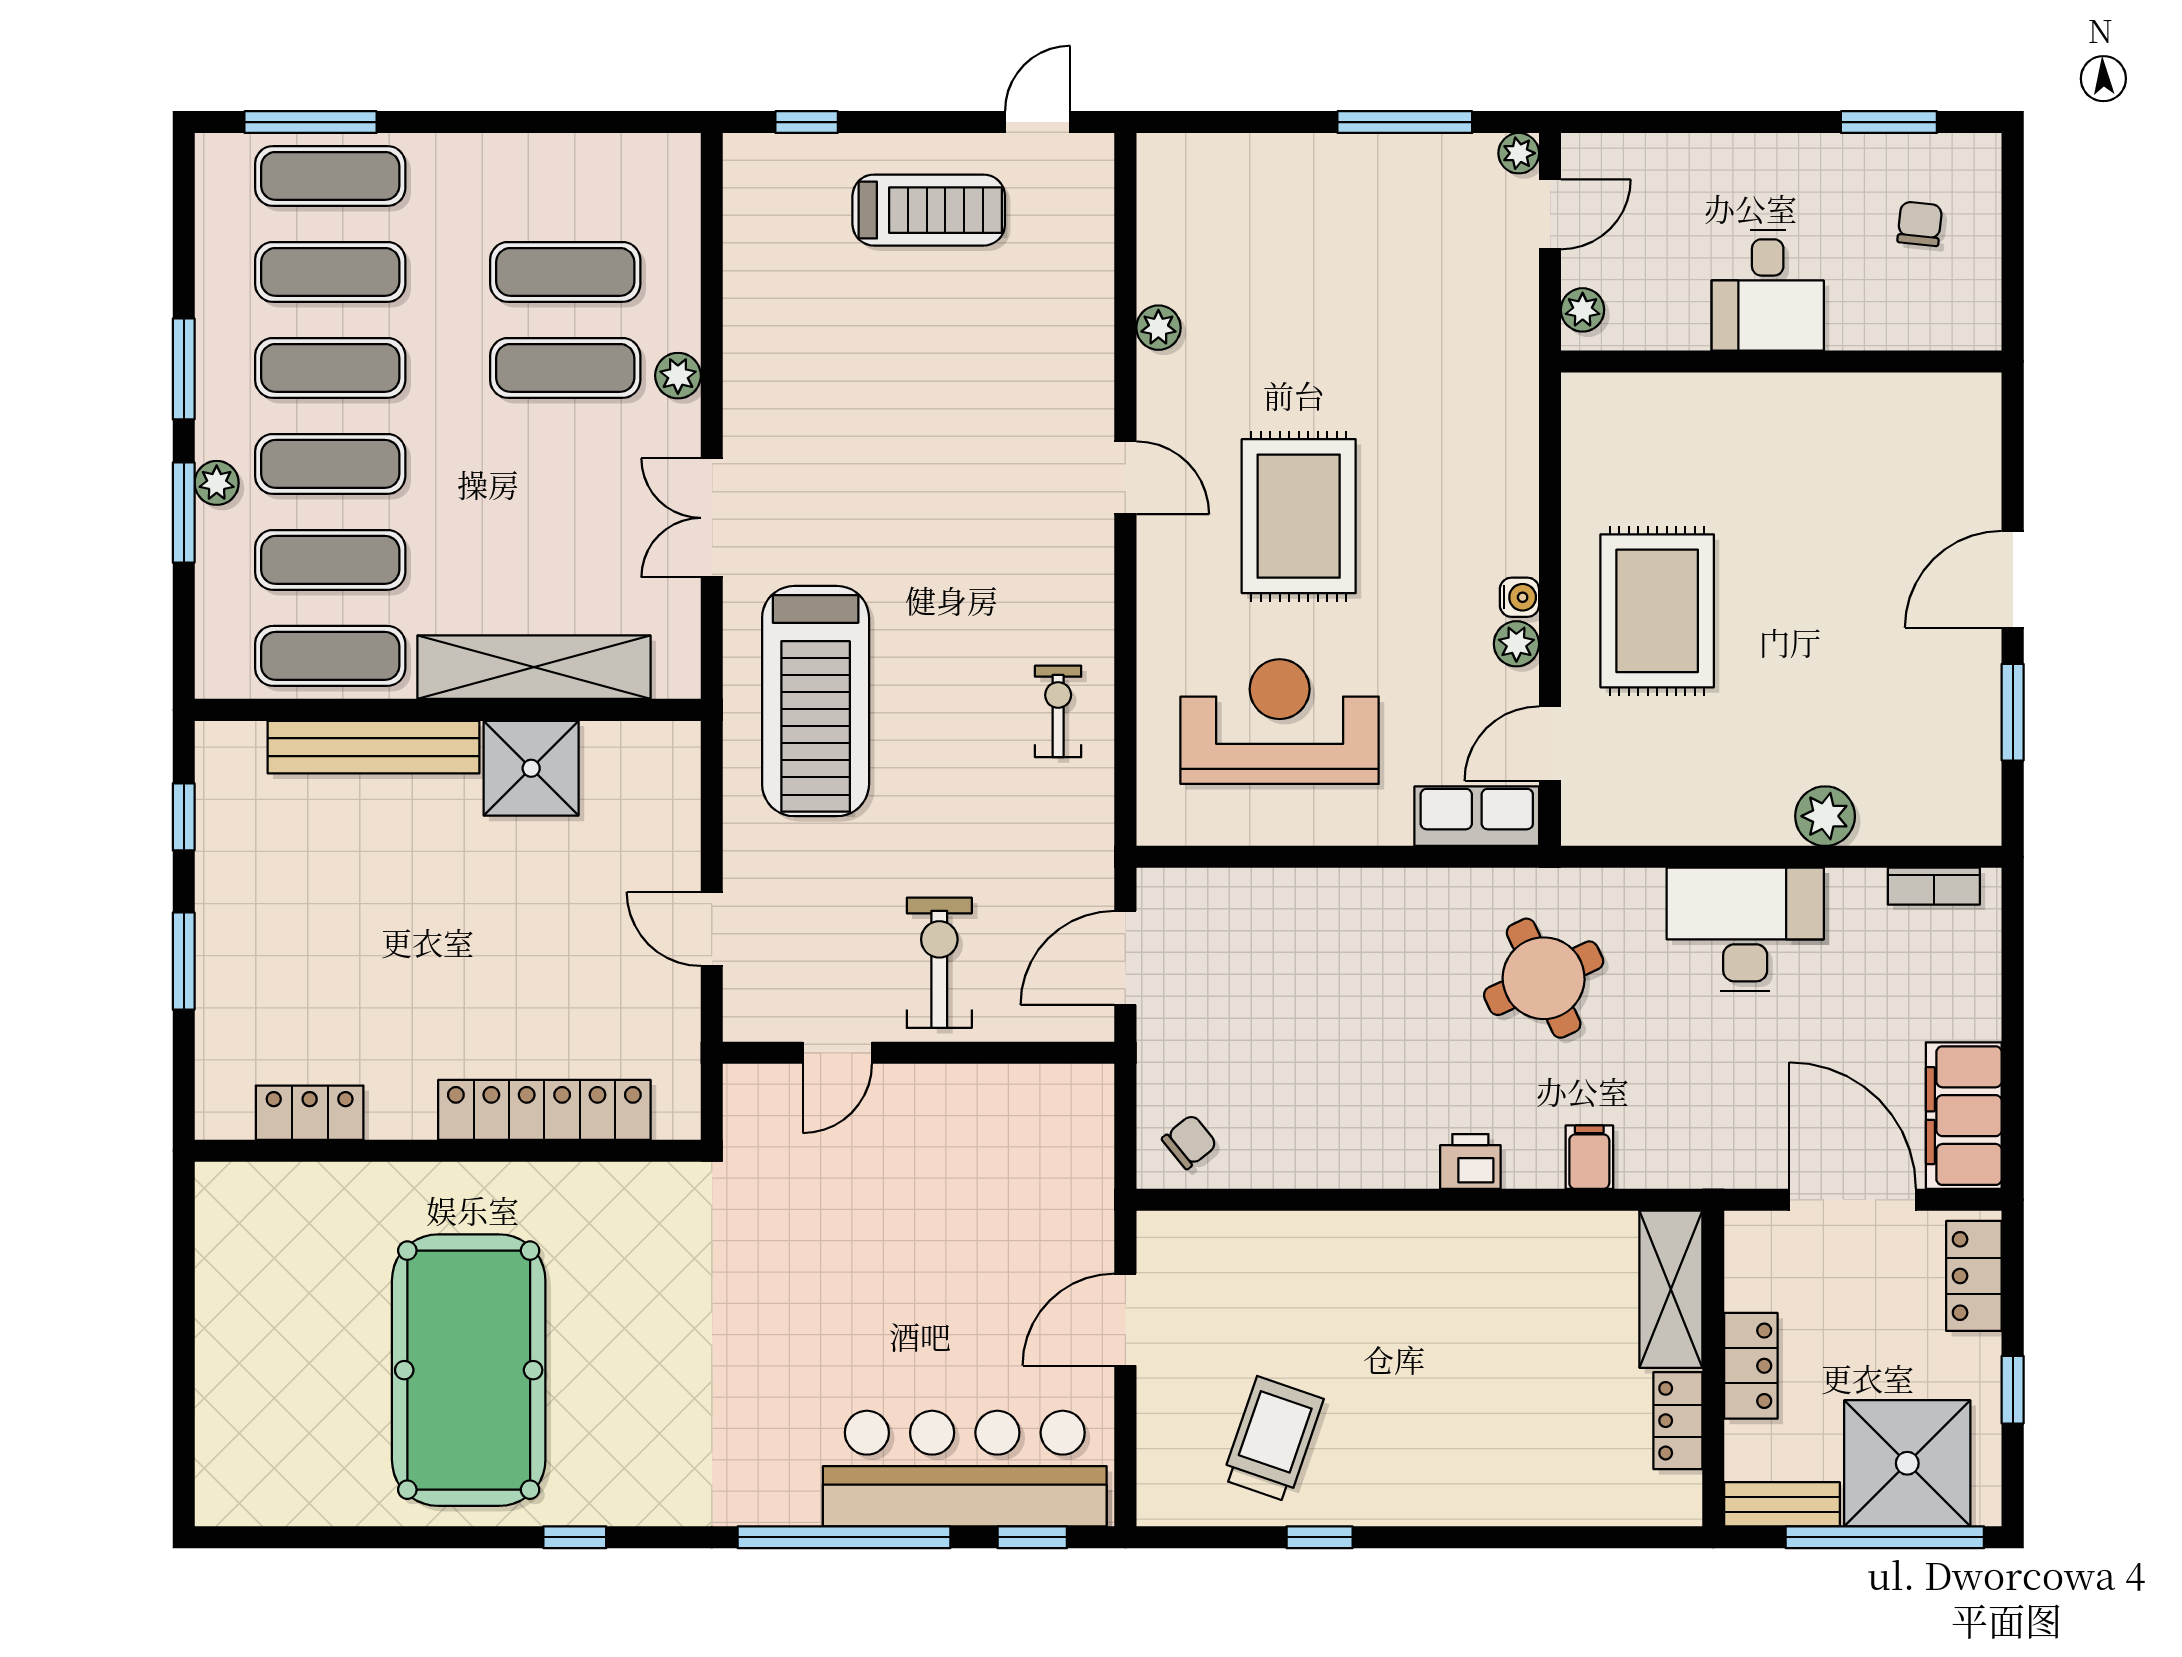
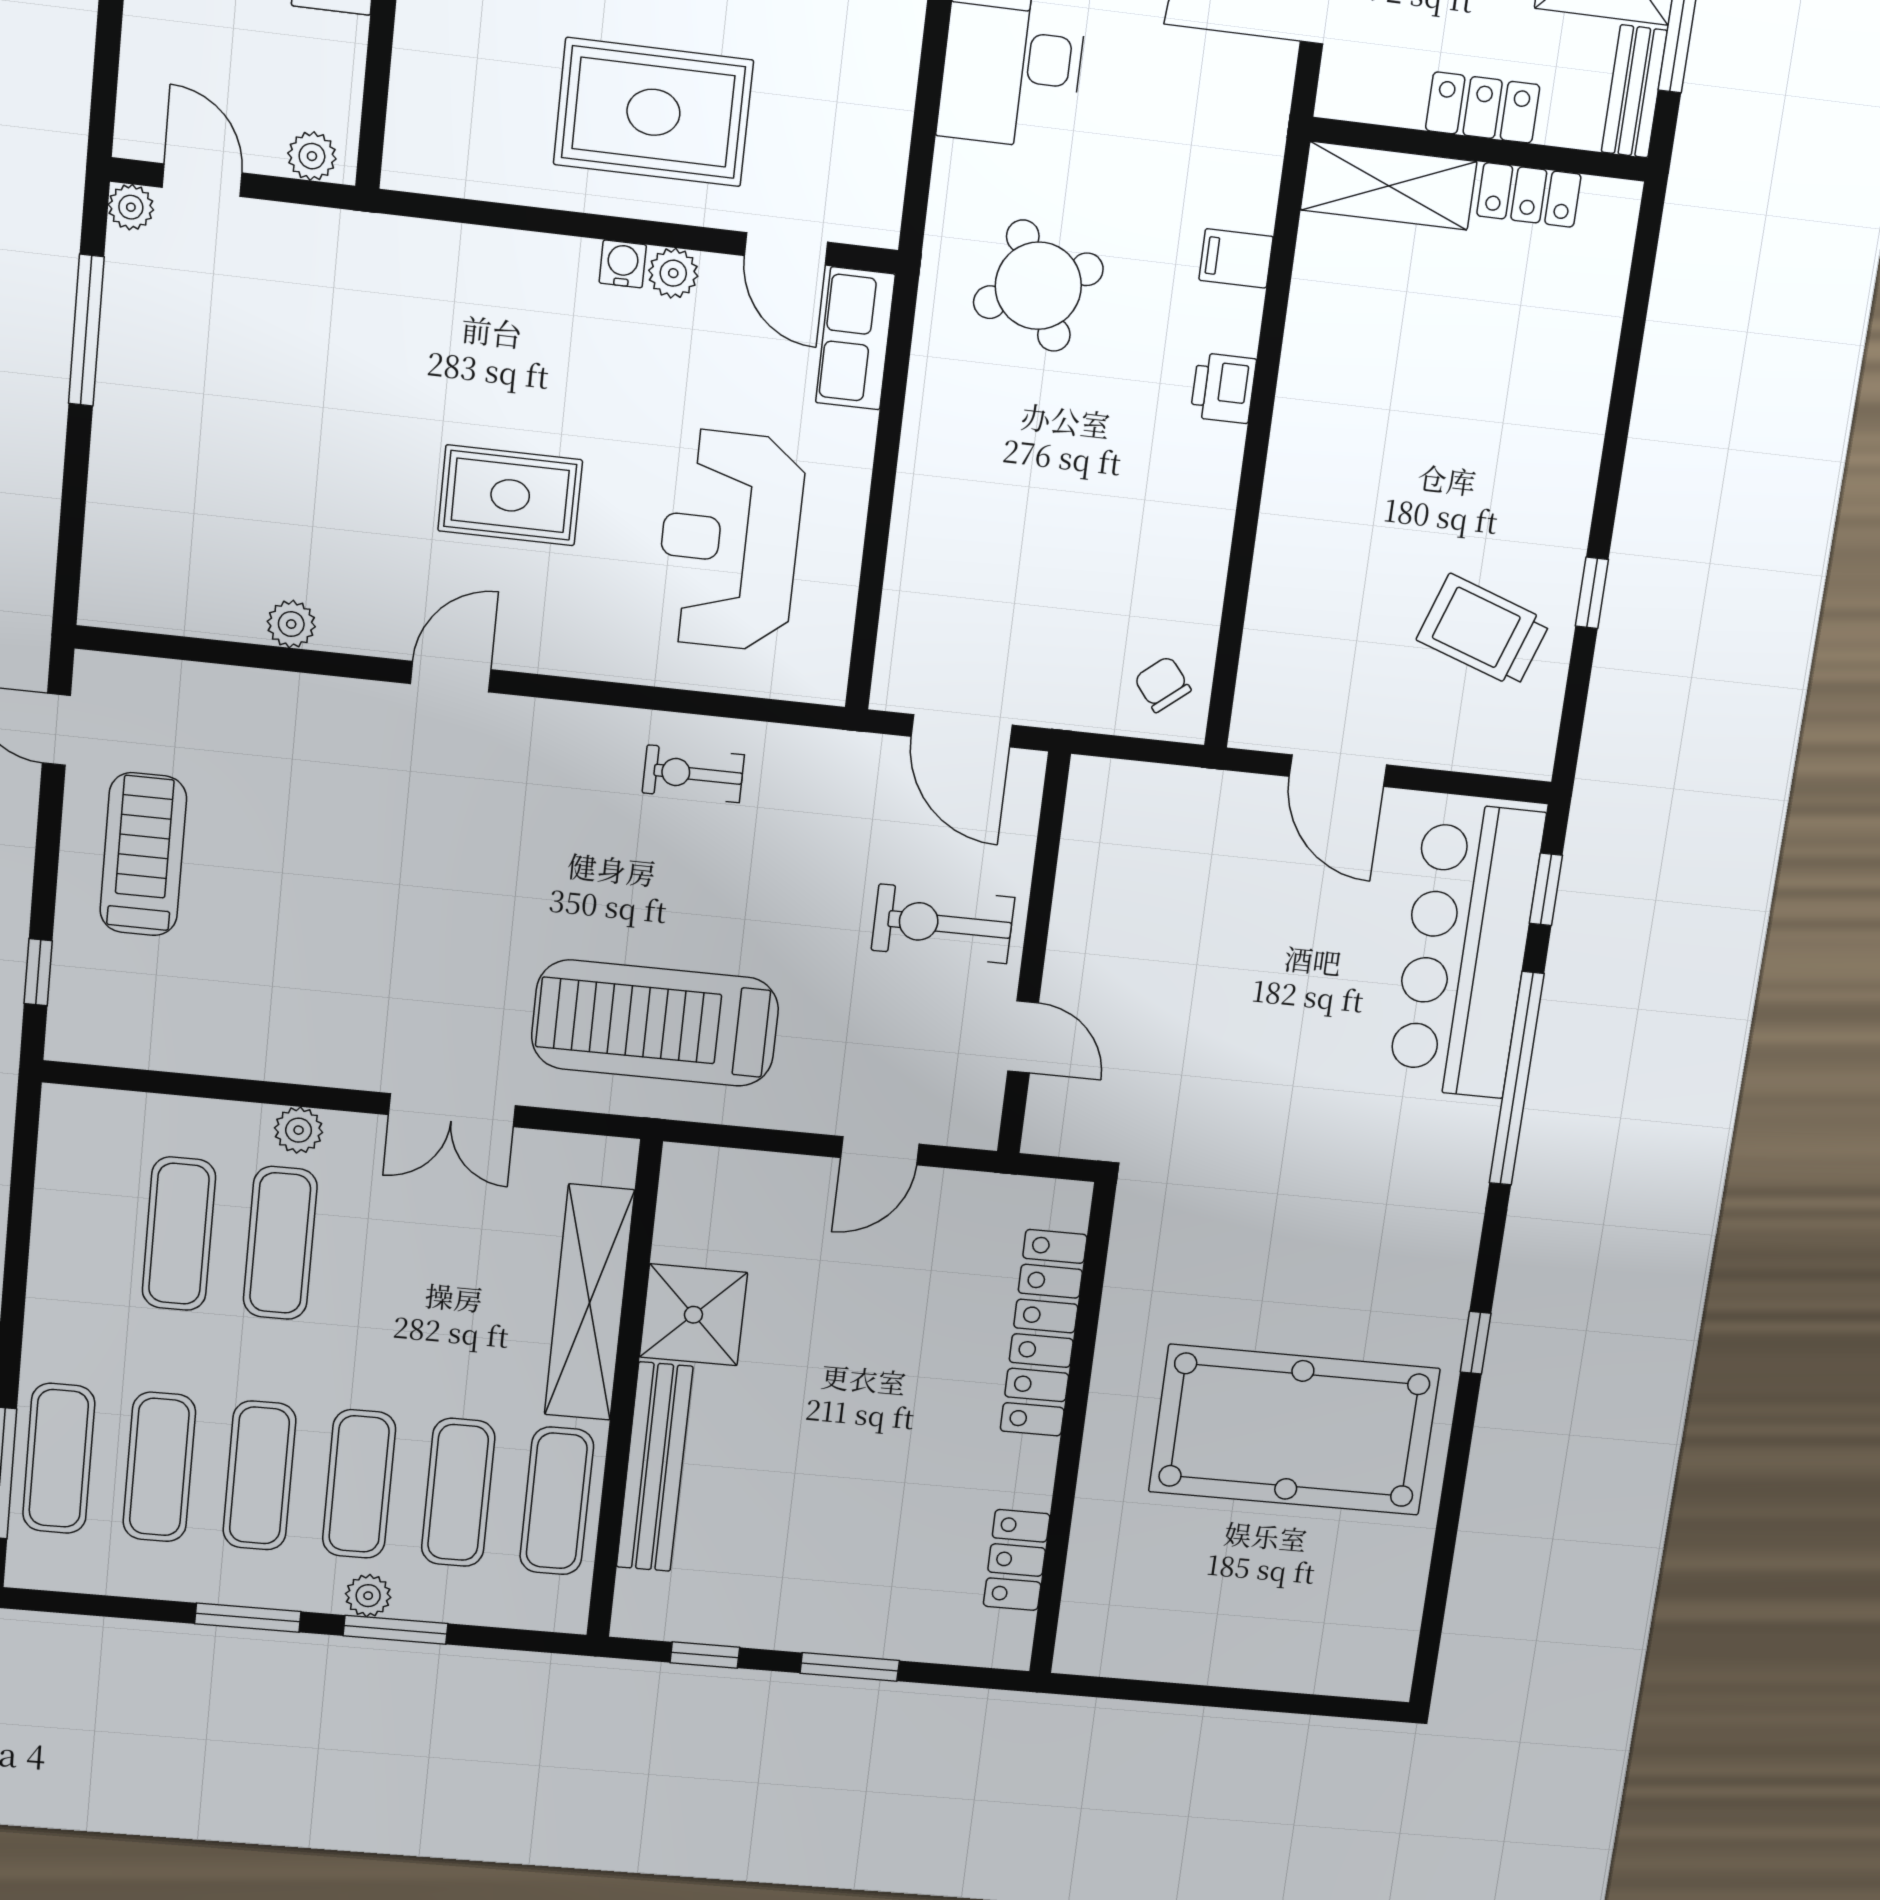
rug: (1299, 516) -> (510, 495), width x0.73, depth x0.70
treadmill: (816, 701) -> (655, 1023), turned 180

